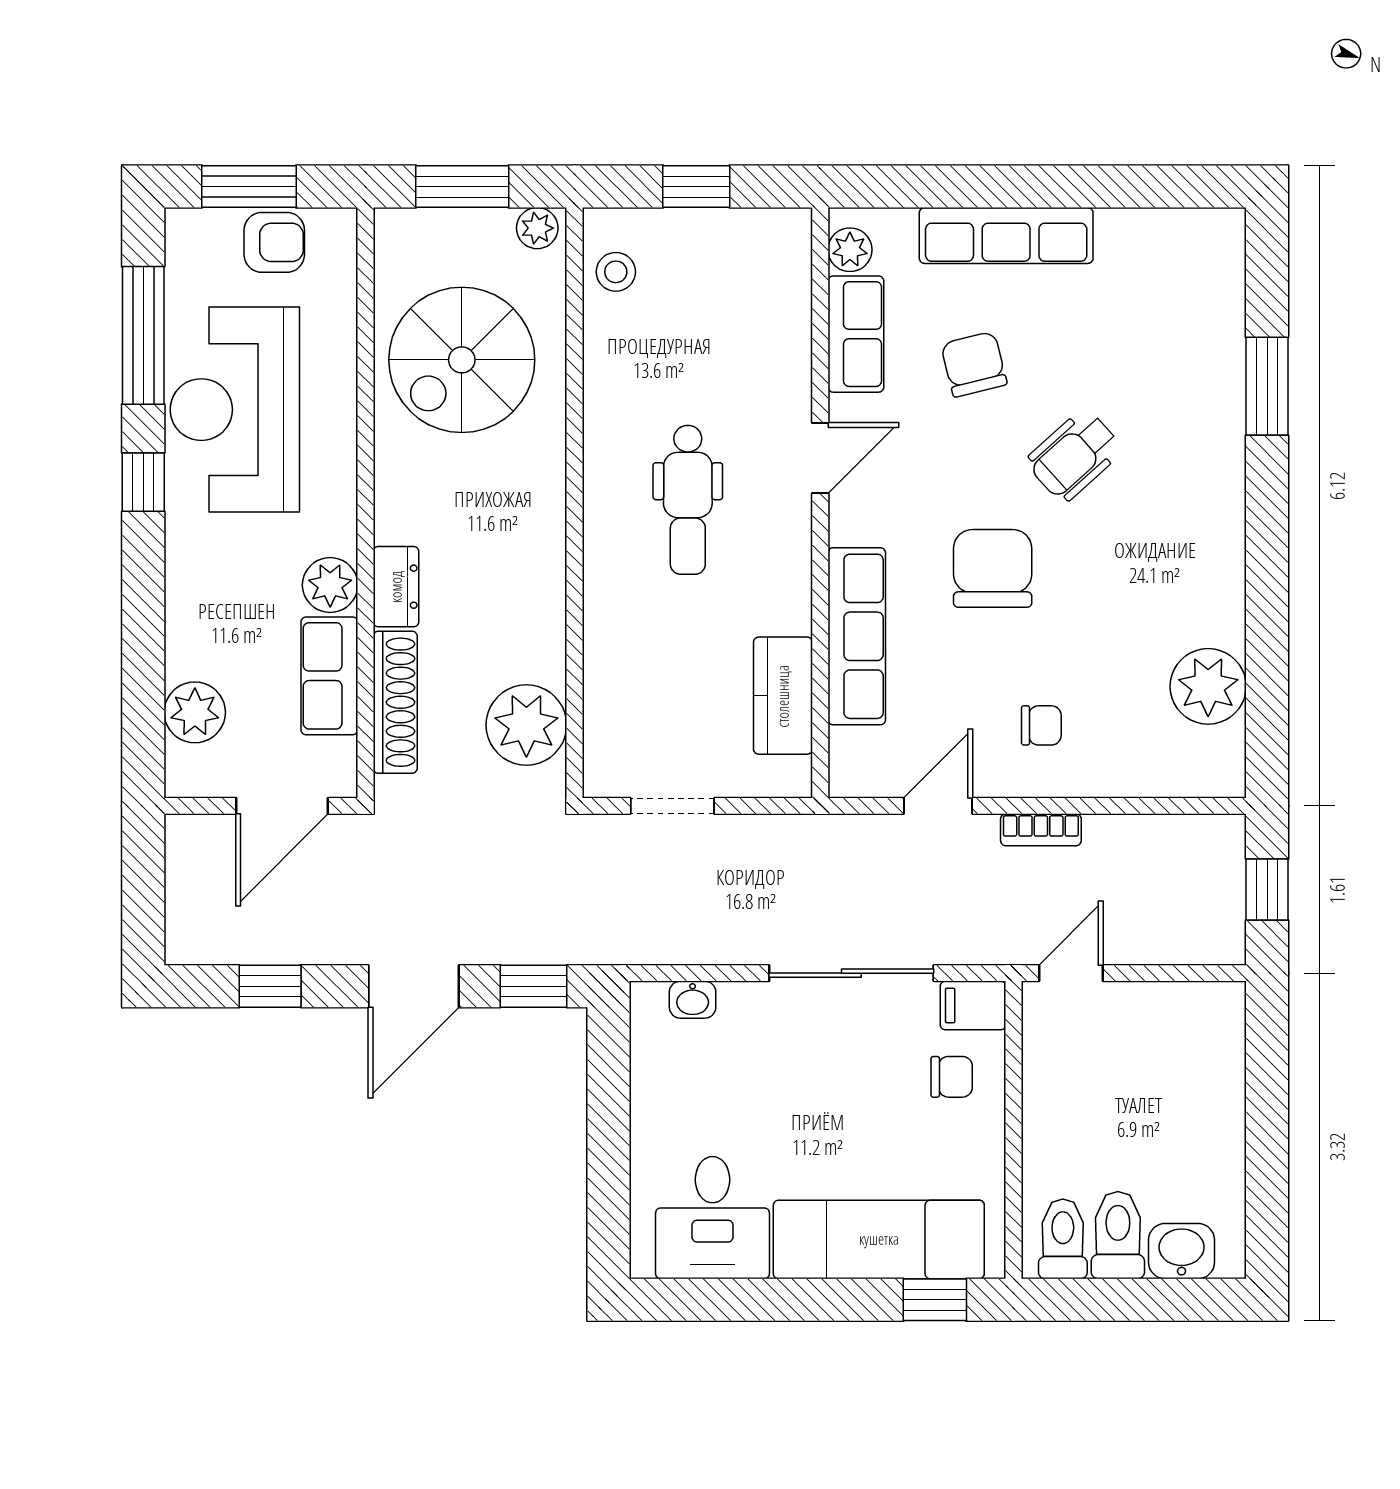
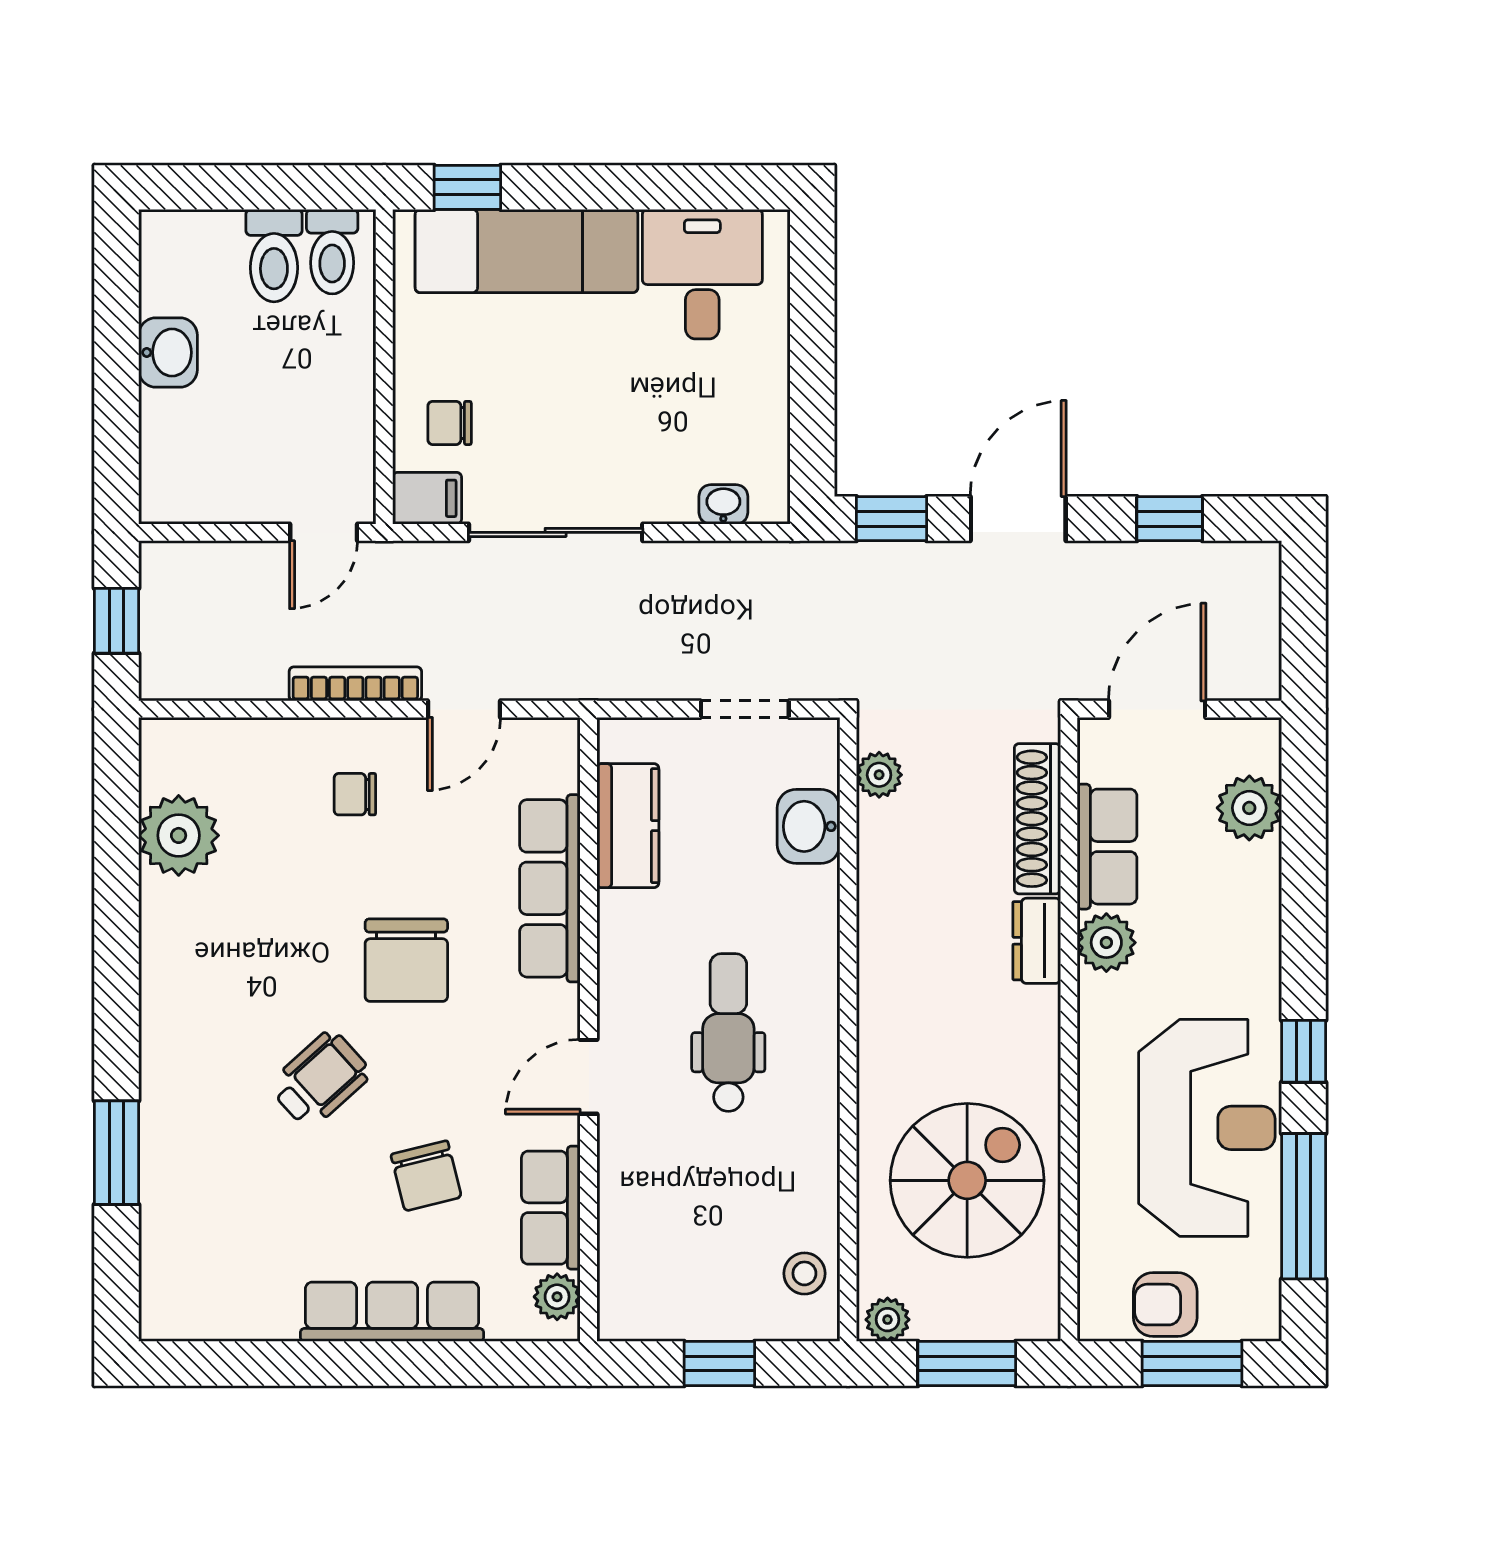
washbasin: (612, 695) -> (808, 826), added
plant: (526, 725) -> (879, 775), width x0.53, depth x0.53
bookcase: (1041, 830) -> (355, 684), width x1.56
washbasin: (1182, 1251) -> (168, 352), moved, turned -90

